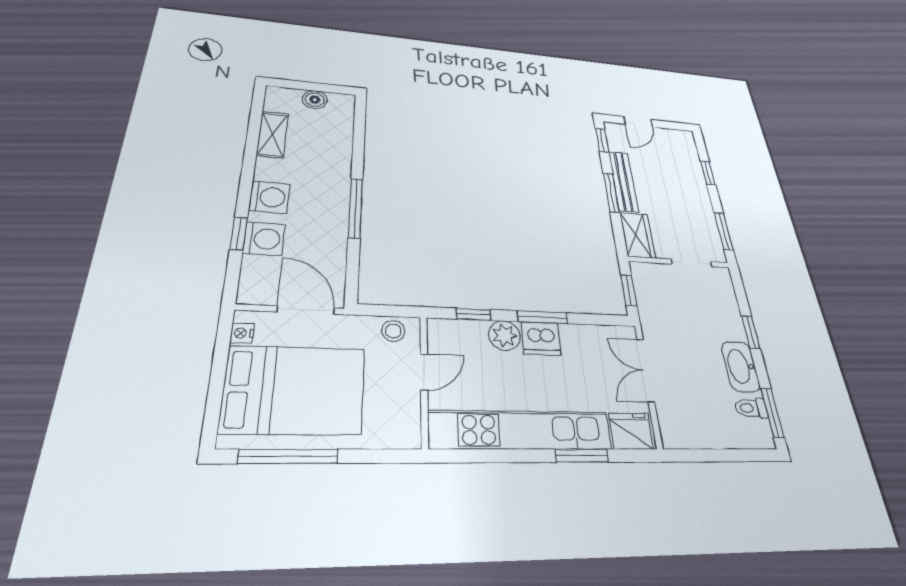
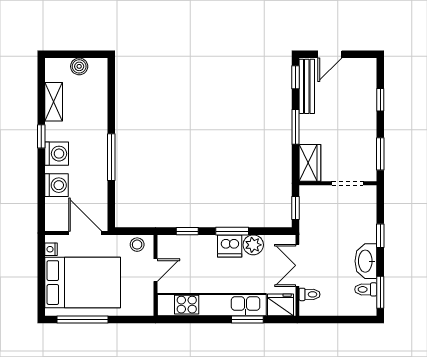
bench: (623, 181) -> (307, 86), moved
window: (239, 234) -> (41, 136), moved
plant: (505, 335) -> (253, 245), moved
toilet: (672, 415) -> (310, 294), added

